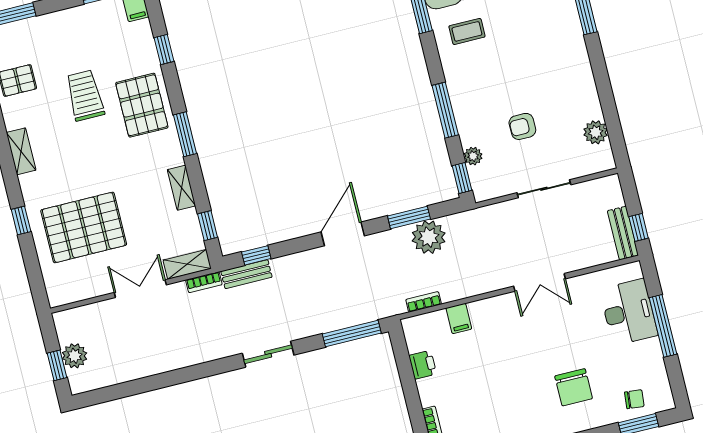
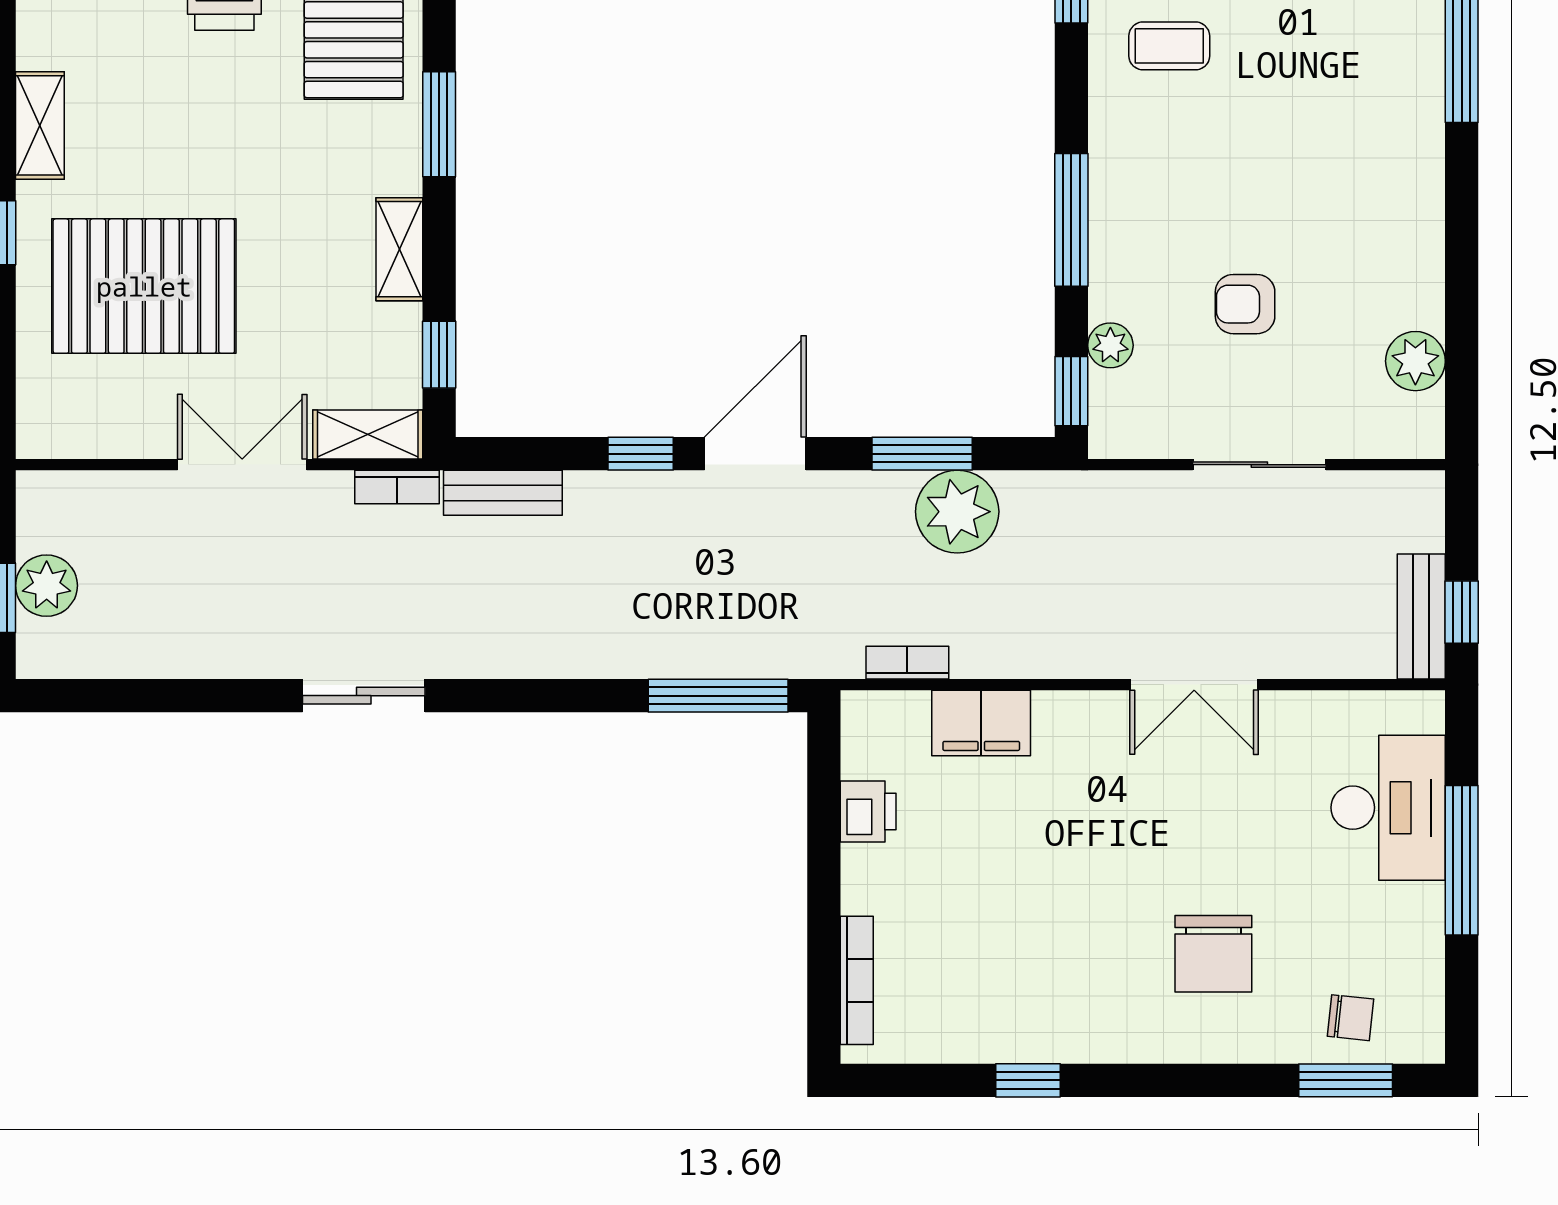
shelving: (21, 151) -> (40, 125), moved
window: (256, 255) -> (641, 454), moved
filing cabinet: (459, 319) -> (981, 723), width x2.00
sliding door: (268, 354) -> (364, 696), moved

